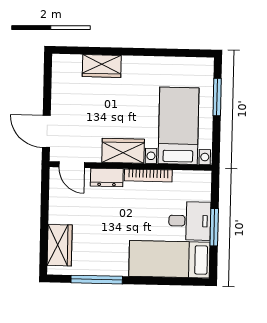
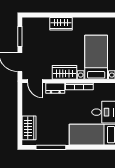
wardrobe: (102, 66) -> (61, 24), moved
window: (47, 87) -> (20, 36), added

